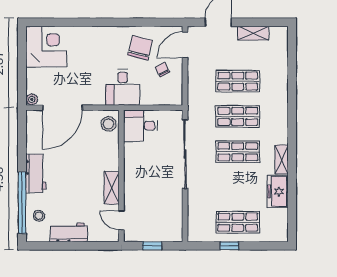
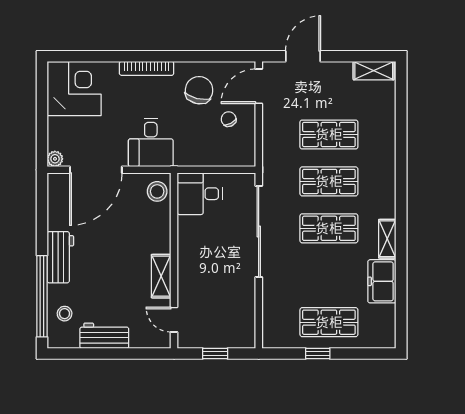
bookcase: (101, 31) -> (147, 68), added
shelving: (253, 33) -> (374, 71), moved
desk: (123, 87) -> (151, 143), moved

